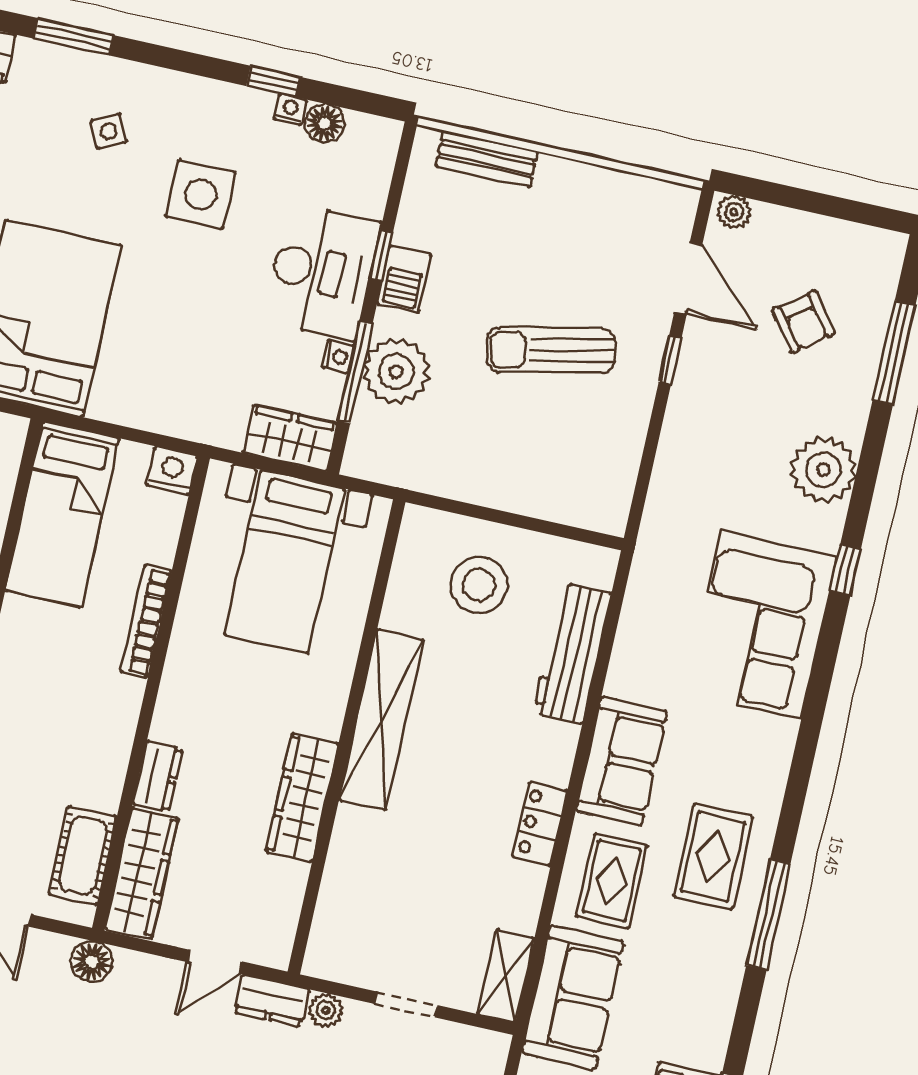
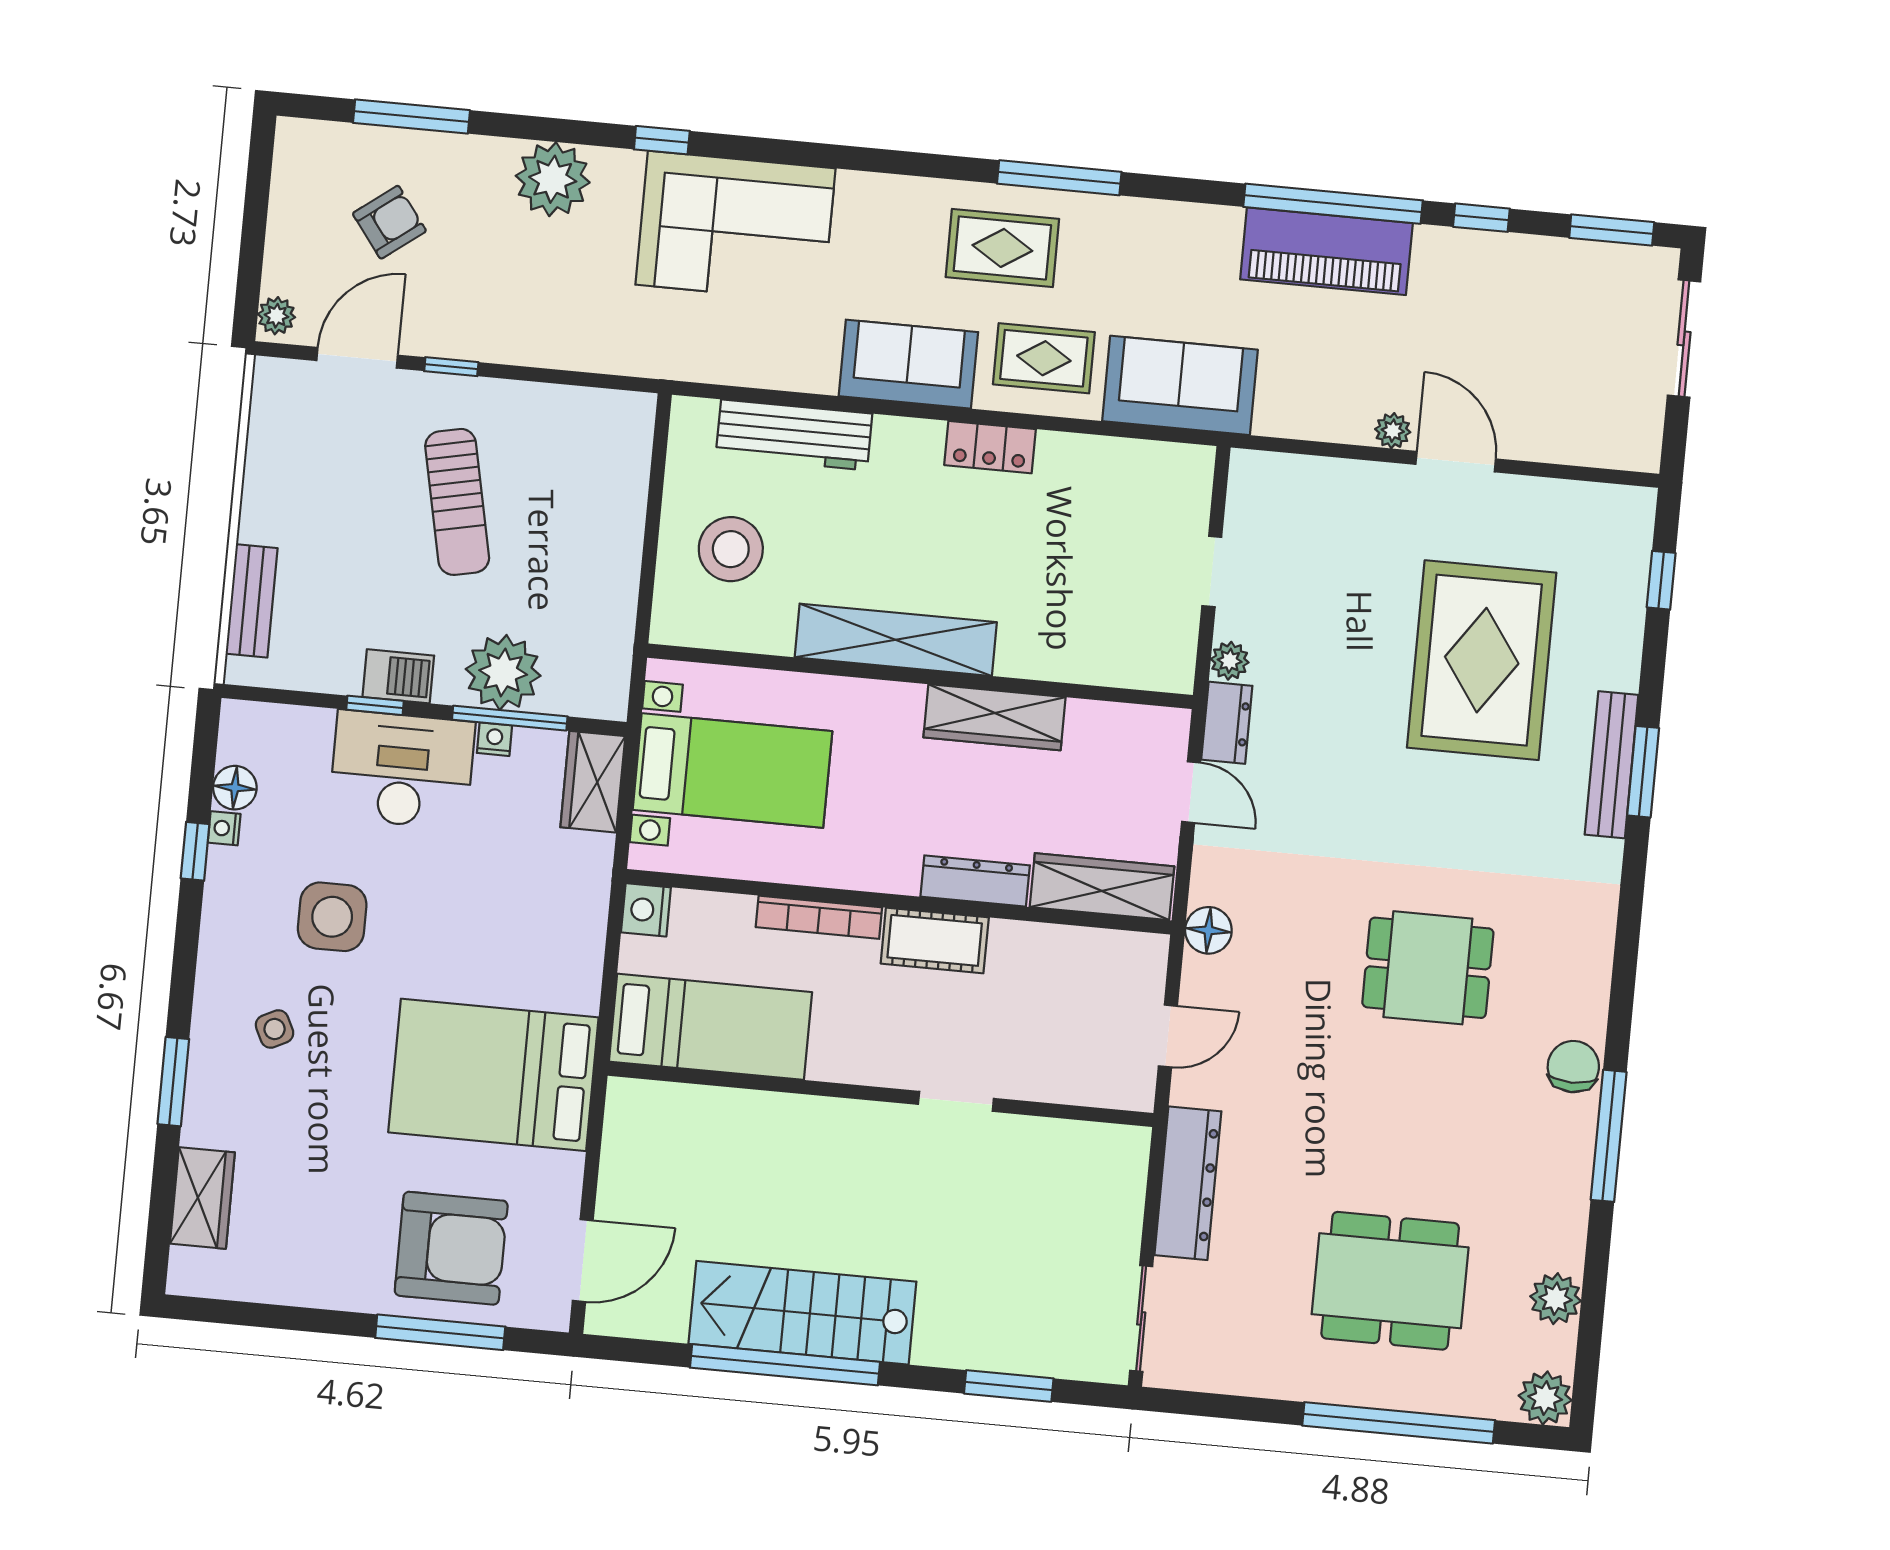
dresser: (158, 776) -> (975, 881), width x1.44
cot: (83, 856) -> (935, 940), moved
shelving: (506, 976) -> (1166, 463), removed

